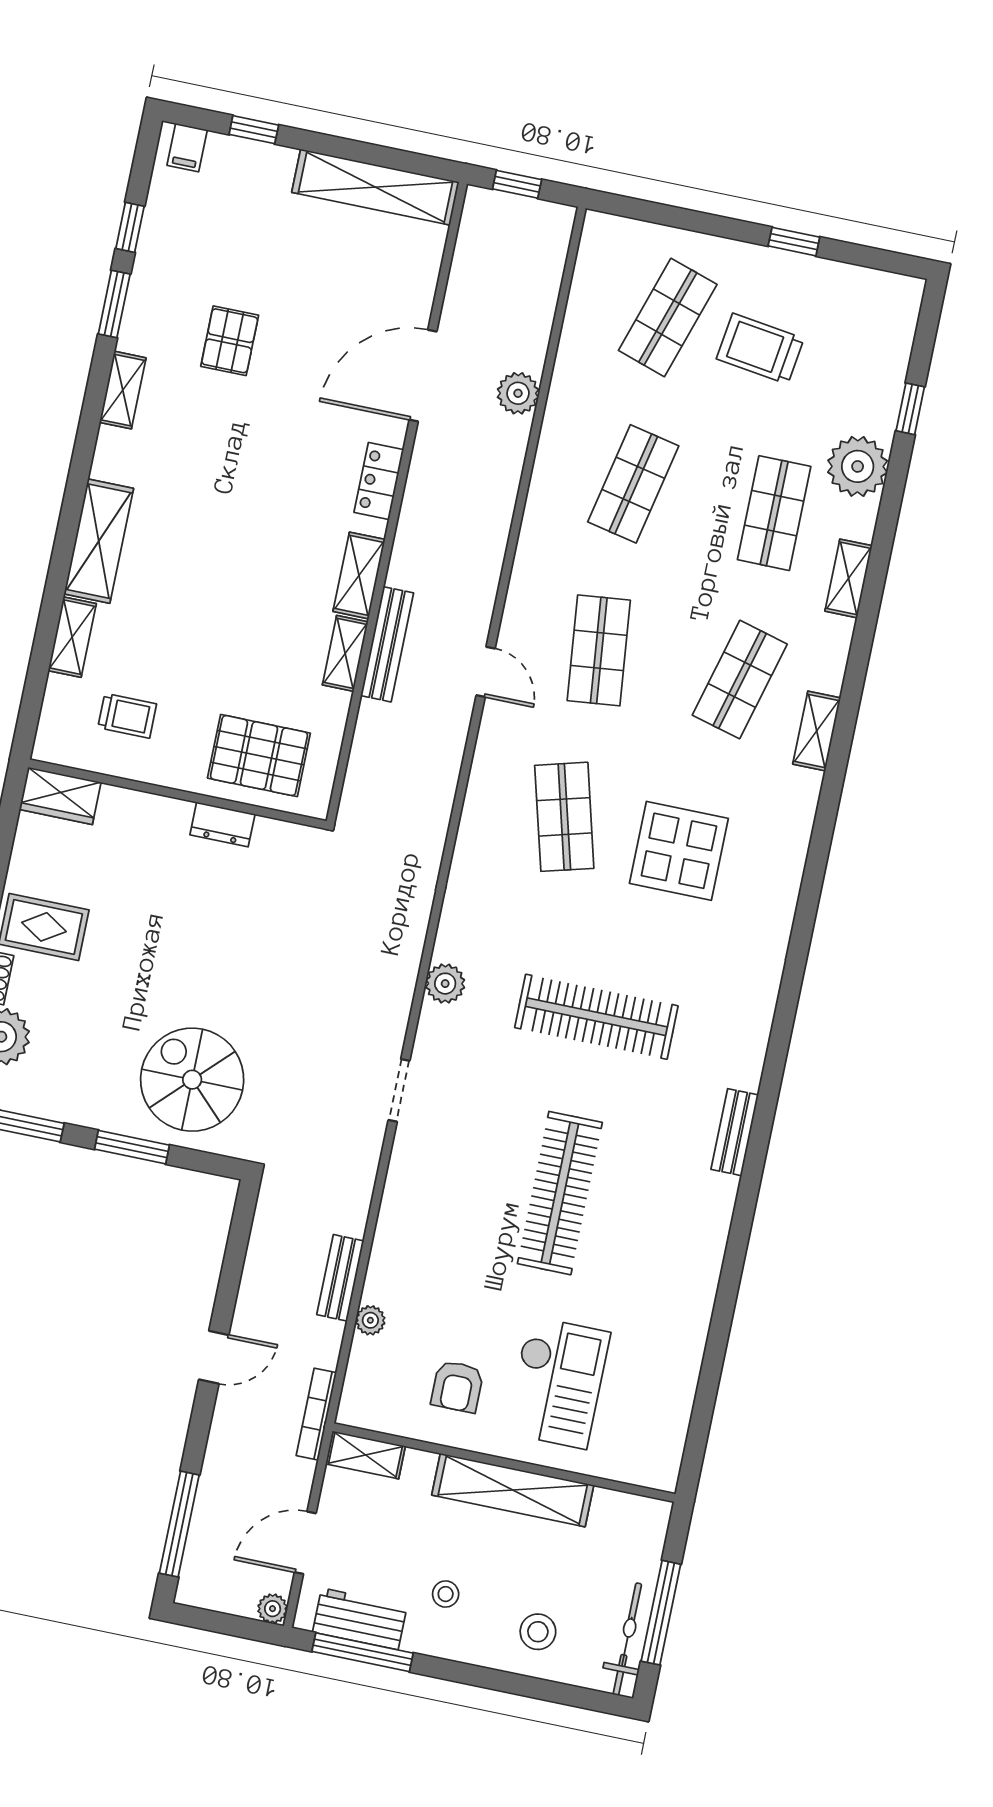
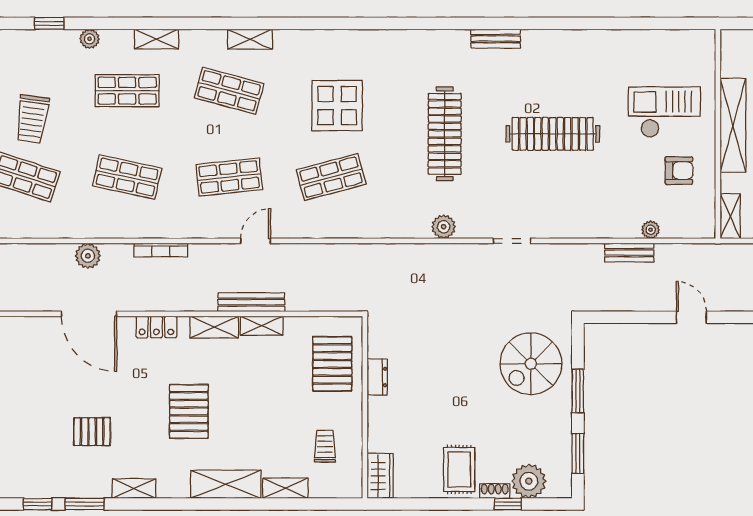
plant: (858, 466) -> (90, 39), width x0.53, depth x0.53
pallet: (230, 505) -> (189, 411), added
bookcase: (316, 1414) -> (161, 250), moved

